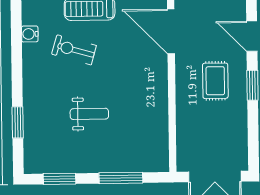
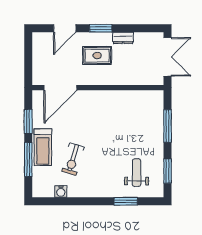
weight bench: (89, 114) -> (137, 173), moved
dresser: (240, 116) -> (123, 38), added

